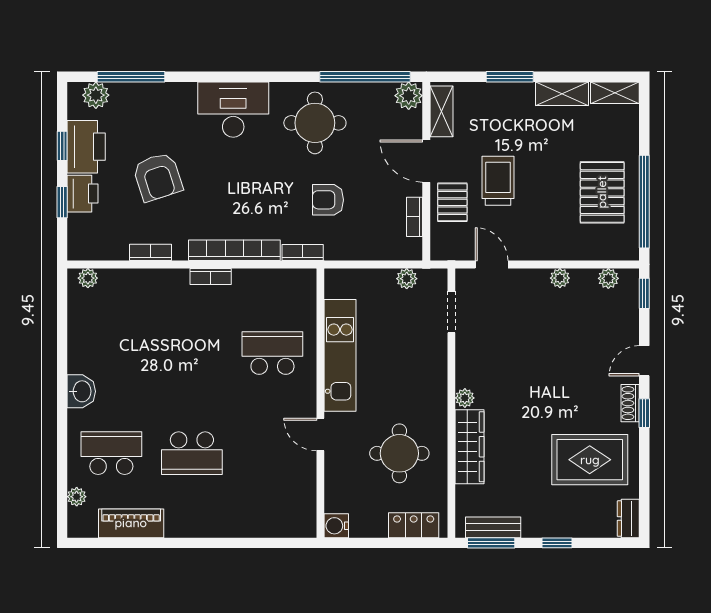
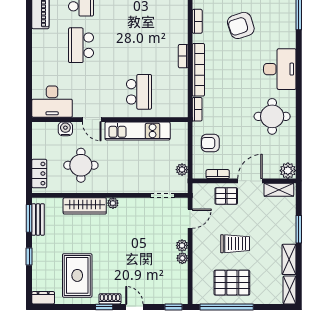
window: (365, 77) -> (299, 145), removed
trolley: (498, 181) -> (235, 244), moved
armchair: (328, 200) -> (210, 143), moved, turned -90
plant: (608, 278) -> (182, 245), moved
door: (320, 435) -> (92, 120), swing flipped
desk: (289, 503) -> (52, 102), added
water cooler: (336, 526) -> (65, 129), moved

